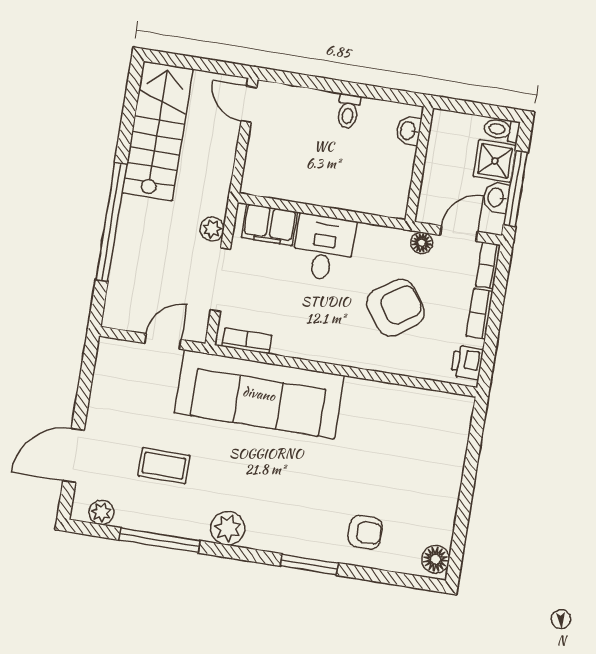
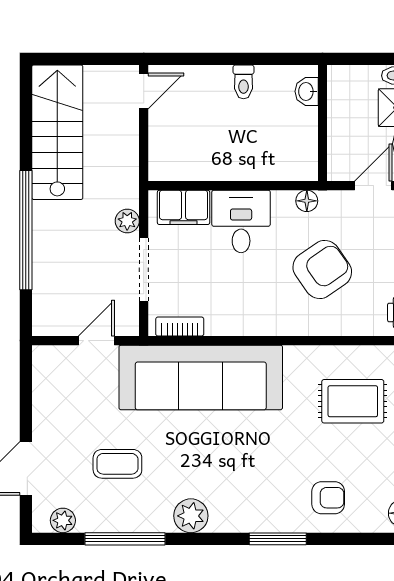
door: (249, 104) -> (144, 91), swing flipped
floor lamp: (422, 243) -> (307, 201), moved
rug: (405, 442) -> (353, 401), added

